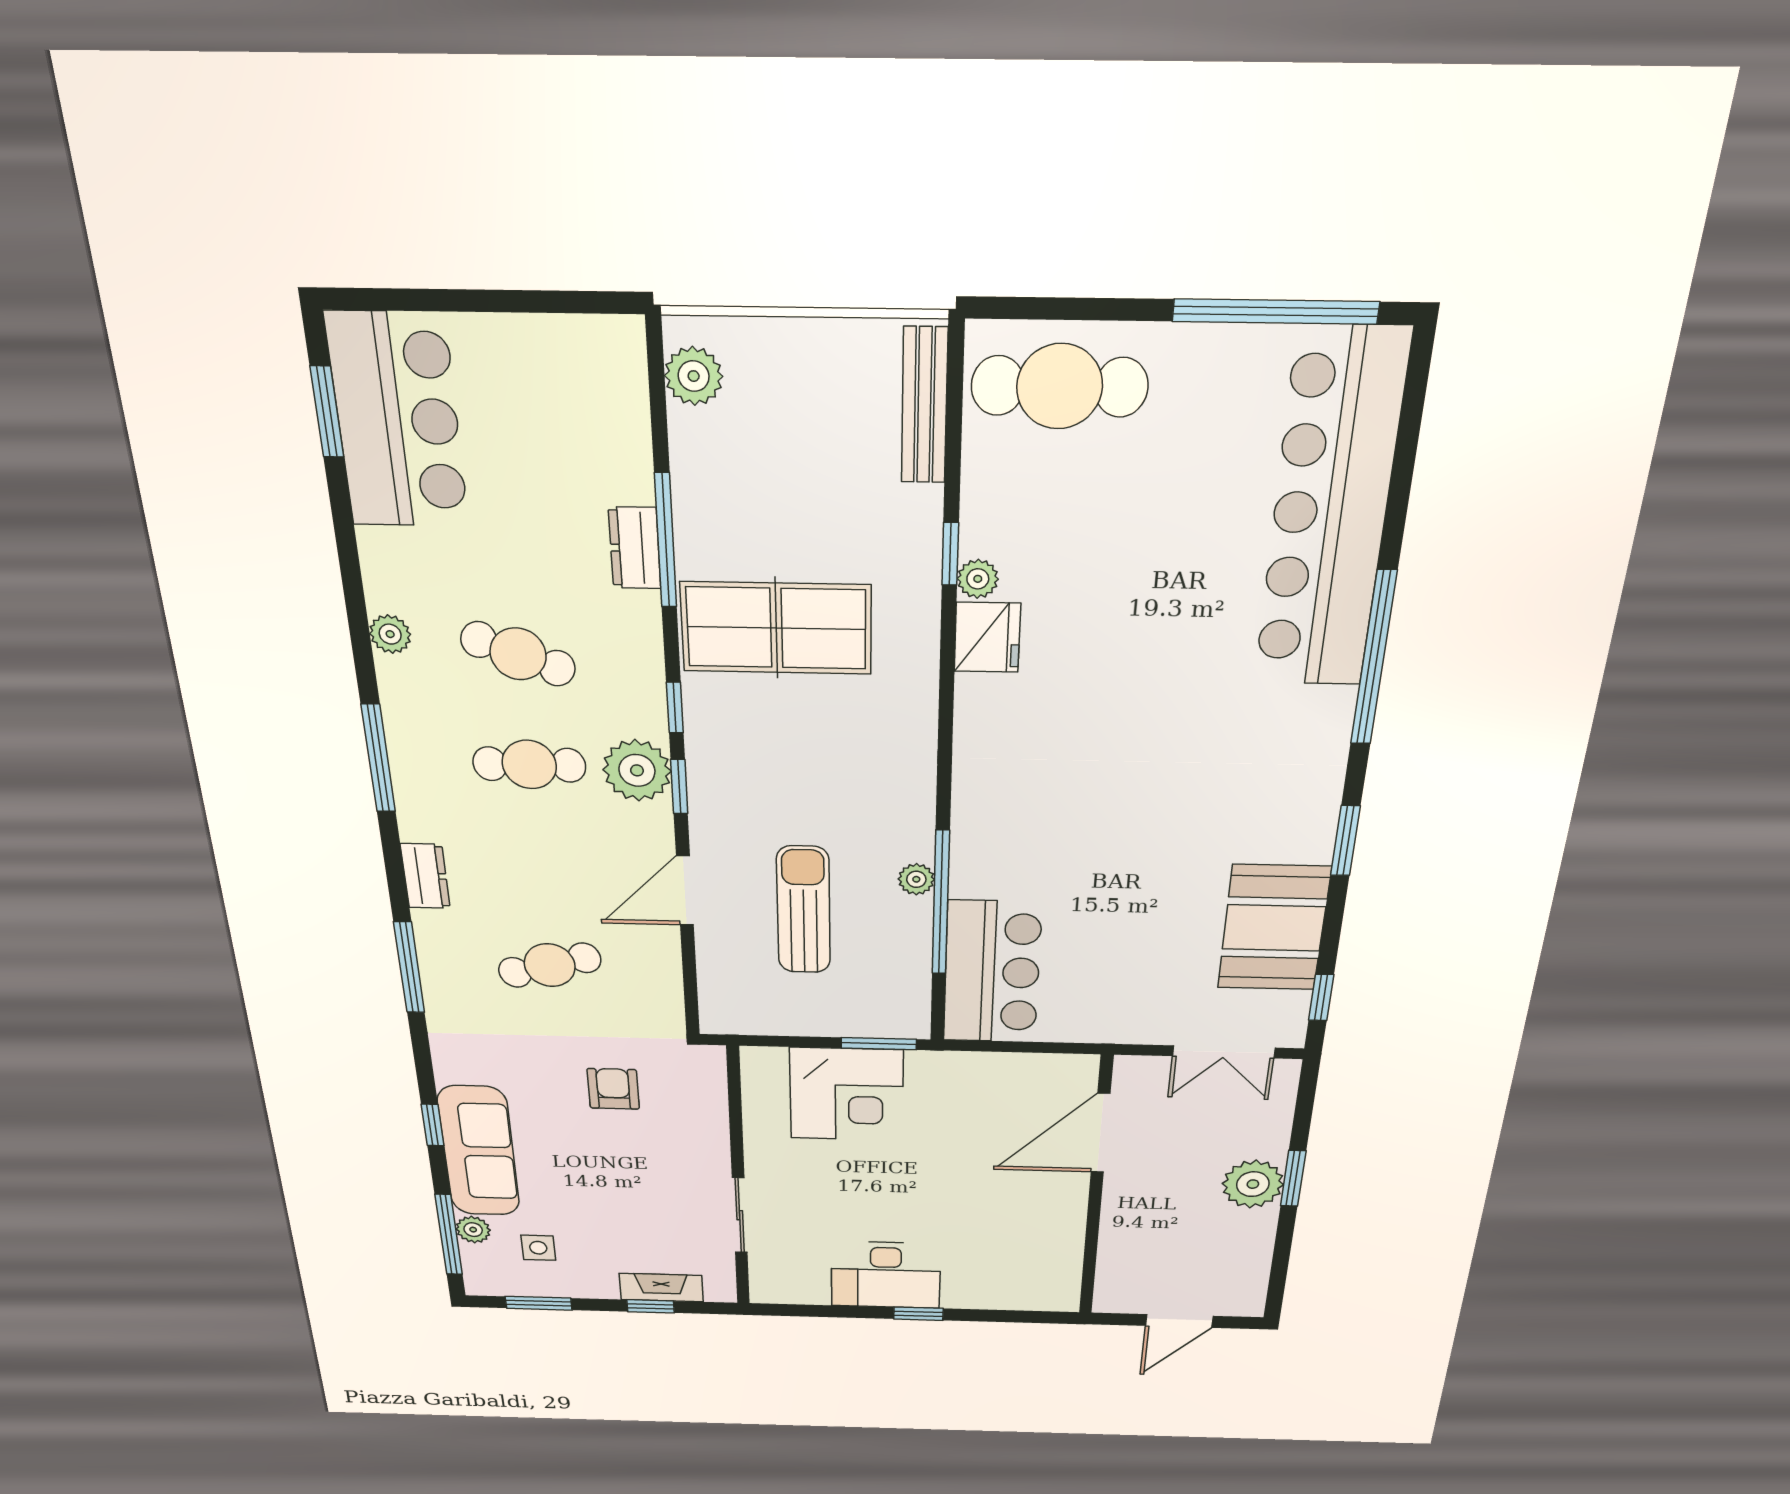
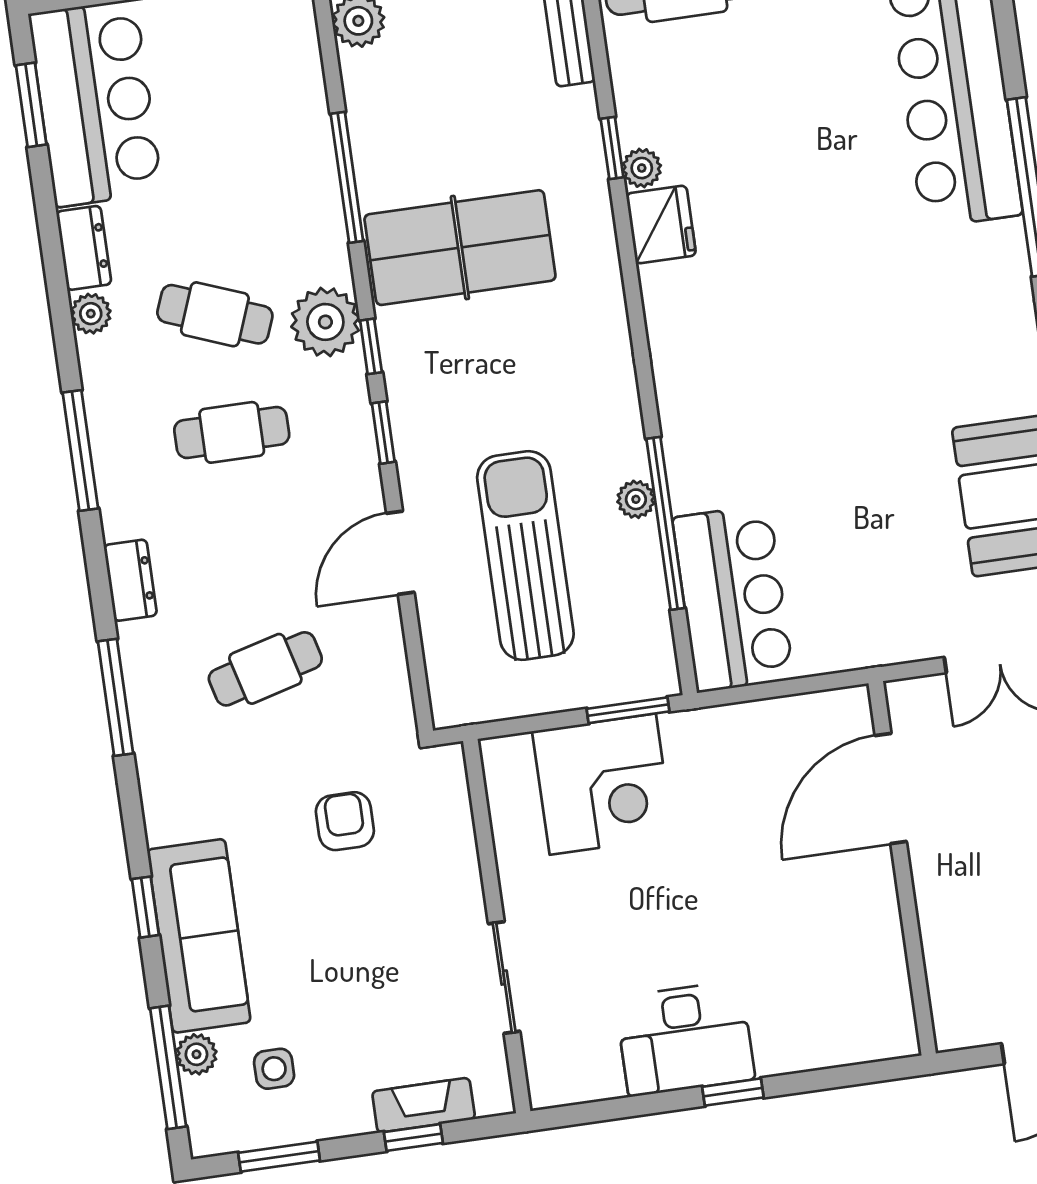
dresser: (635, 548) -> (84, 248), moved, turned 180
plant: (637, 770) -> (325, 322), moved
sun lounger: (804, 910) -> (525, 555), width x1.36, depth x1.34

